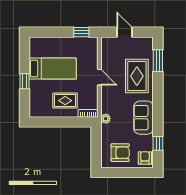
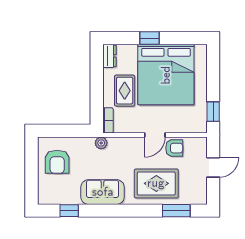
bed: (53, 69) -> (166, 75), width x2.04
dresser: (38, 112) -> (109, 56), added
armchair: (145, 158) -> (174, 148), moved

